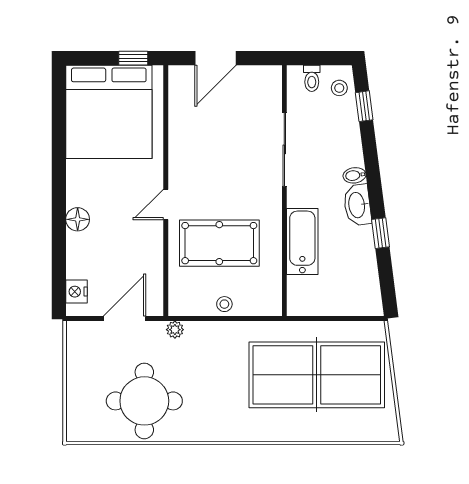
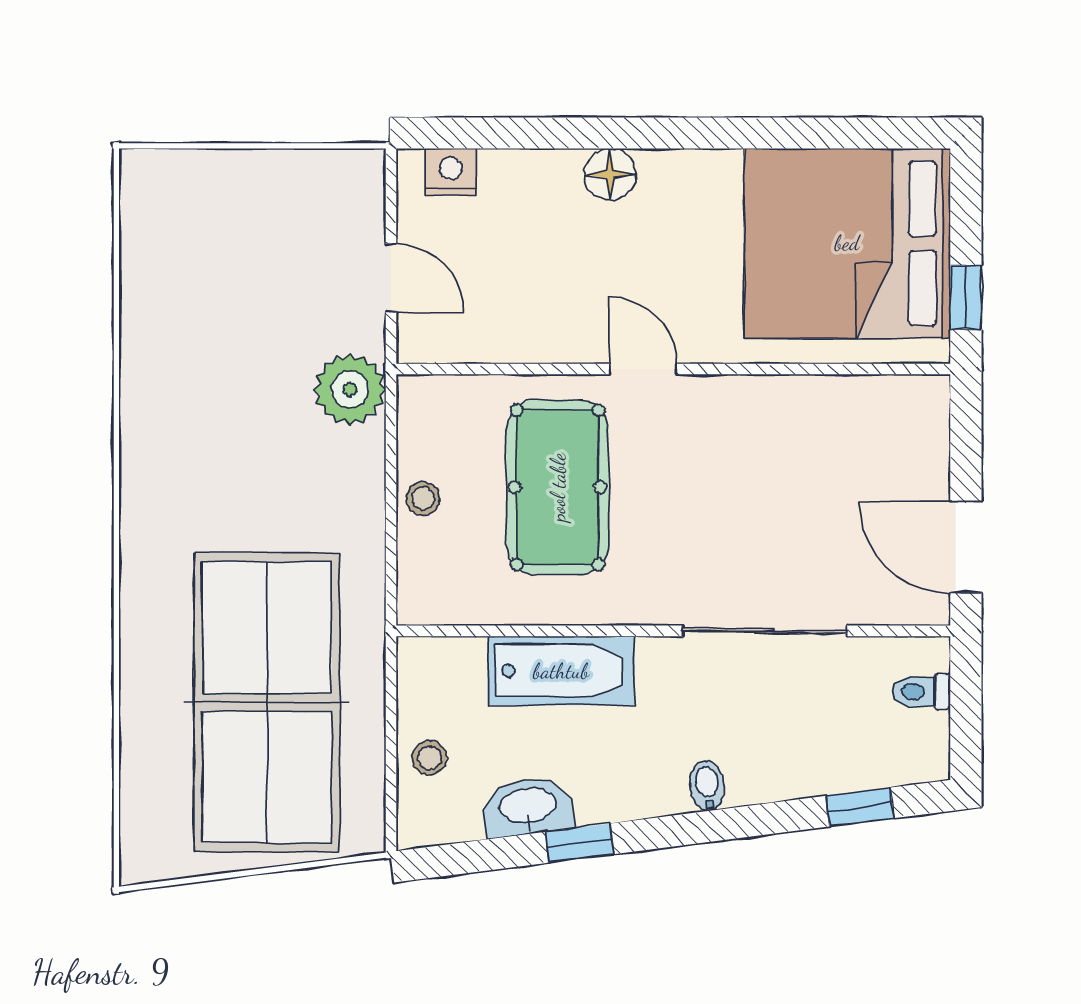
door: (215, 58) -> (966, 547), moved
stool: (339, 88) -> (430, 758), moved
washbasin: (357, 205) -> (528, 807), moved
door: (124, 319) -> (391, 278), width x0.73
plant: (175, 330) -> (350, 389), width x1.88, depth x1.88
round table: (144, 401) -> (209, 322), removed

